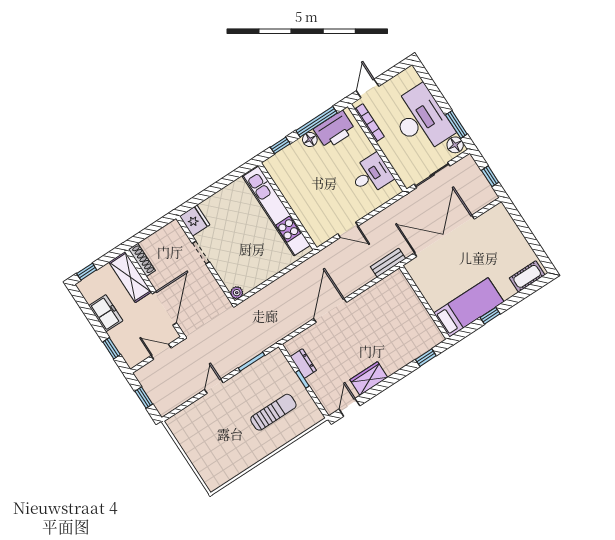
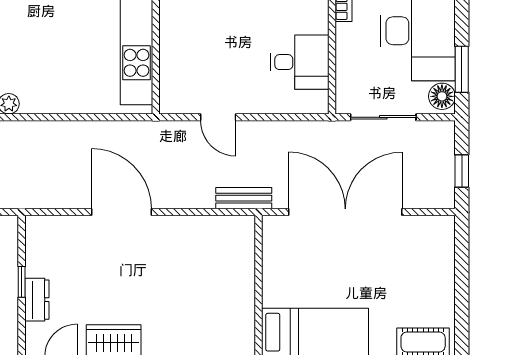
door: (330, 310) -> (121, 212), hinge flipped
dresser: (303, 364) -> (37, 300), moved

